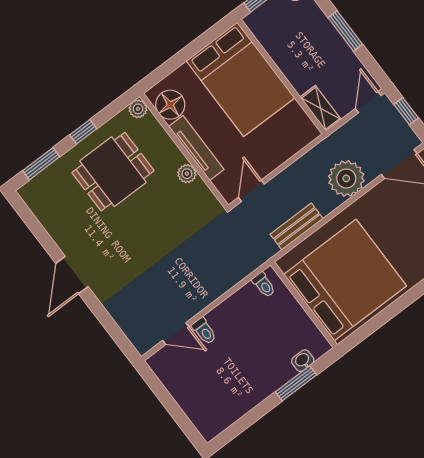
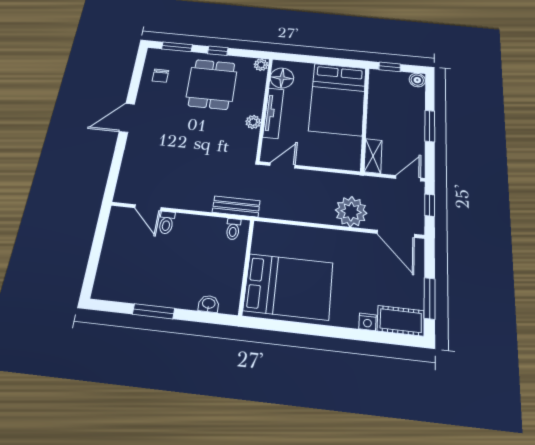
dining table: (113, 172) -> (212, 84), turned 90
chair: (57, 207) -> (160, 76), added
bench: (297, 227) -> (236, 207), moved
bed: (345, 280) -> (288, 286), width x0.73
window: (296, 383) -> (154, 311), moved

